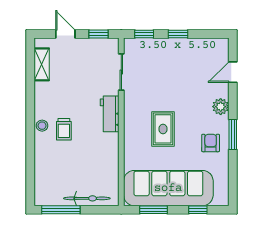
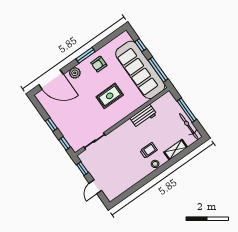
shelving: (42, 64) -> (176, 150), moved
door: (233, 72) -> (51, 80), width x1.88
workbench: (110, 114) -> (143, 116), moved
bicycle: (87, 198) -> (189, 126), moved
window: (61, 210) -> (187, 110), moved
window: (153, 210) -> (158, 70), width x1.44

